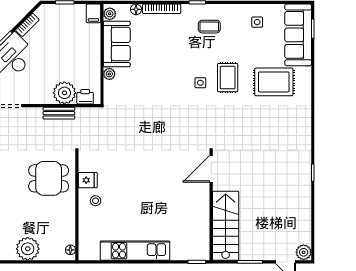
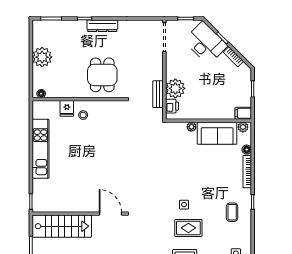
bench: (59, 113) -> (158, 94), moved
fridge: (88, 180) -> (67, 108), moved

